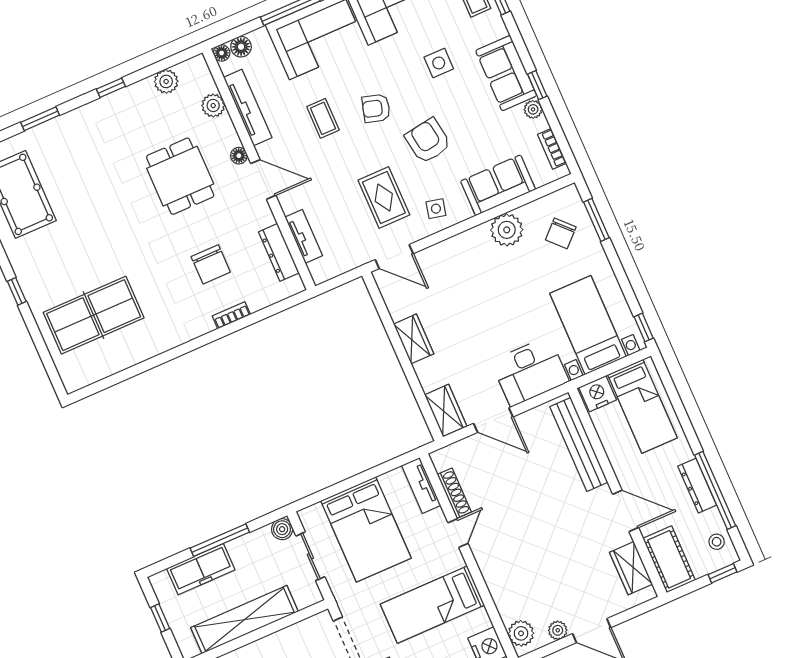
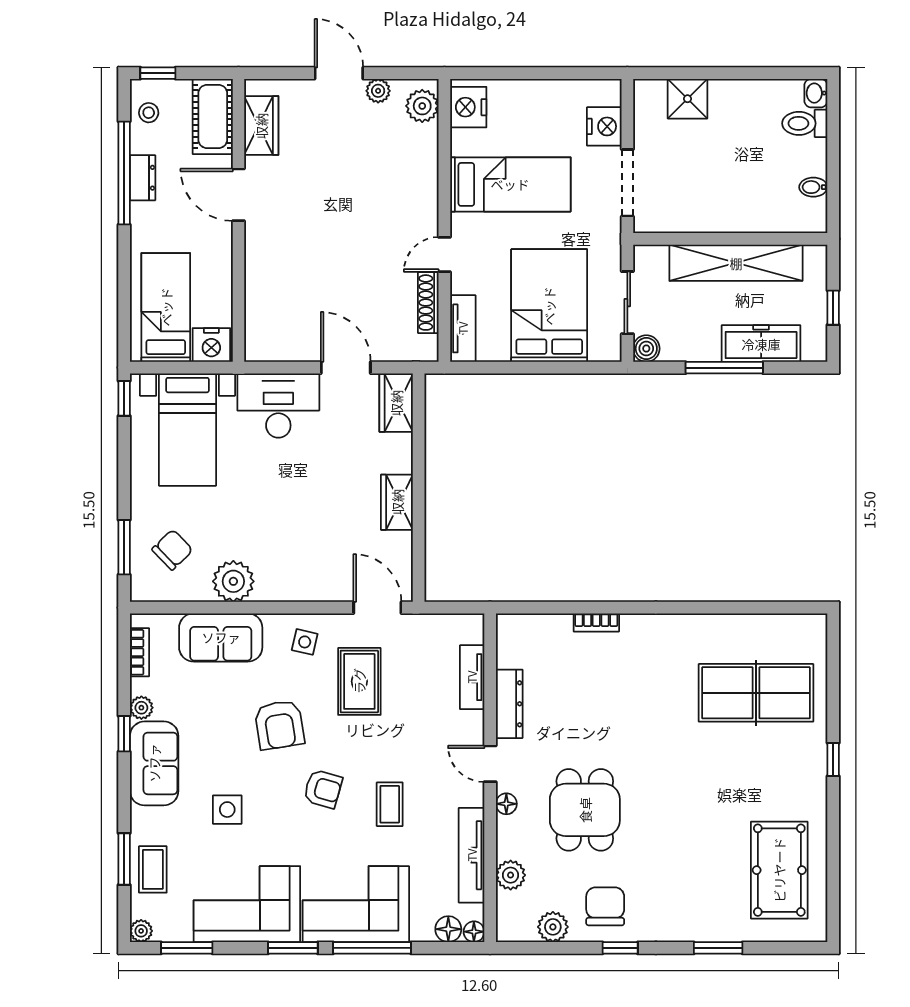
door: (263, 179) -> (490, 764), width x0.73
dresser: (279, 252) -> (509, 704), moved
chair: (211, 264) -> (605, 906), moved
bench: (579, 444) -> (259, 296), removed
dresser: (697, 486) -> (143, 178), width x0.70

